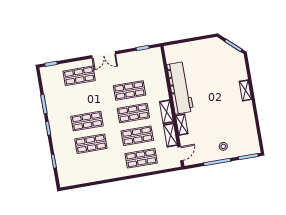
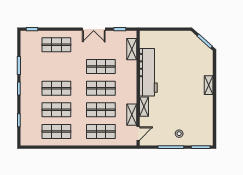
double door: (104, 55) -> (94, 29), moved
shelving: (166, 112) -> (132, 49), moved
shop shelf: (95, 166) -> (56, 132), added

